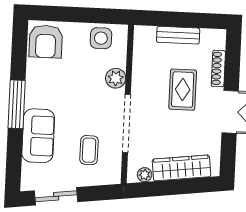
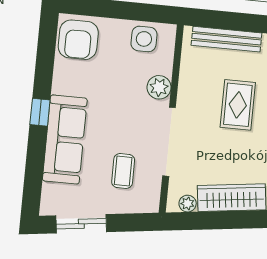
bench: (178, 35) -> (226, 39), width x1.36
window: (17, 104) -> (40, 112), width x0.46
sofa: (38, 136) -> (65, 140), width x1.36

